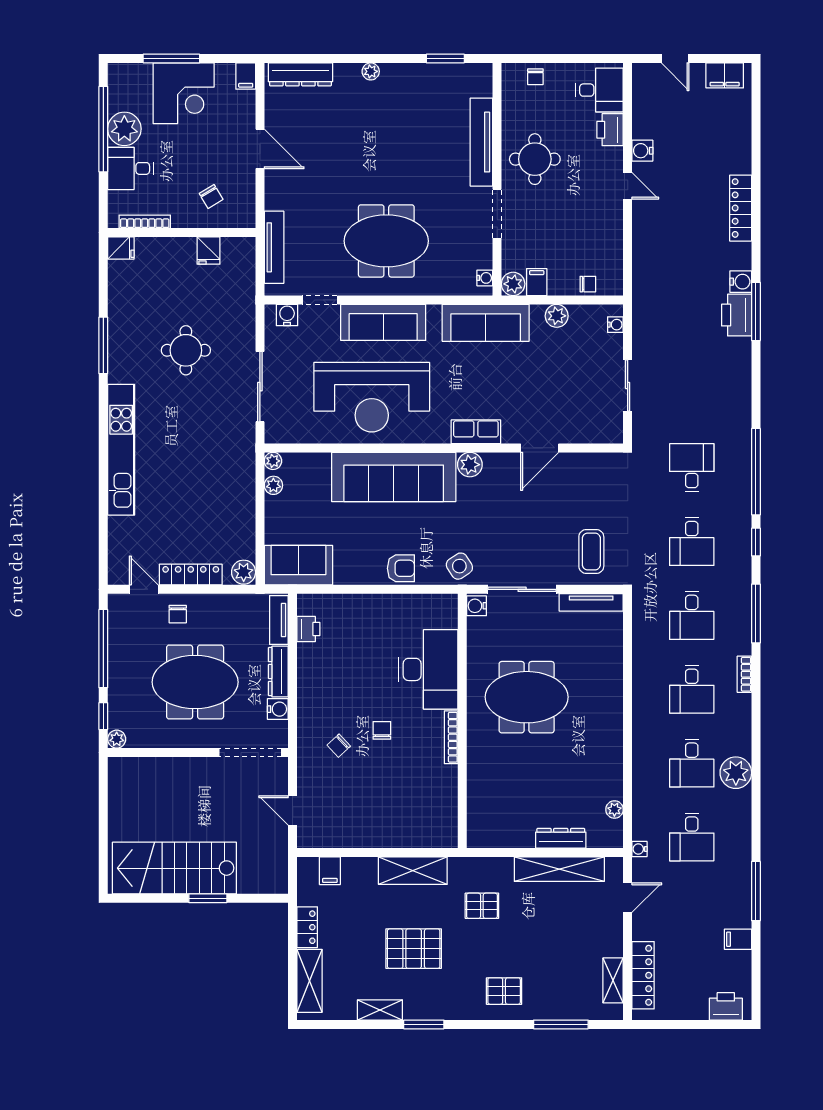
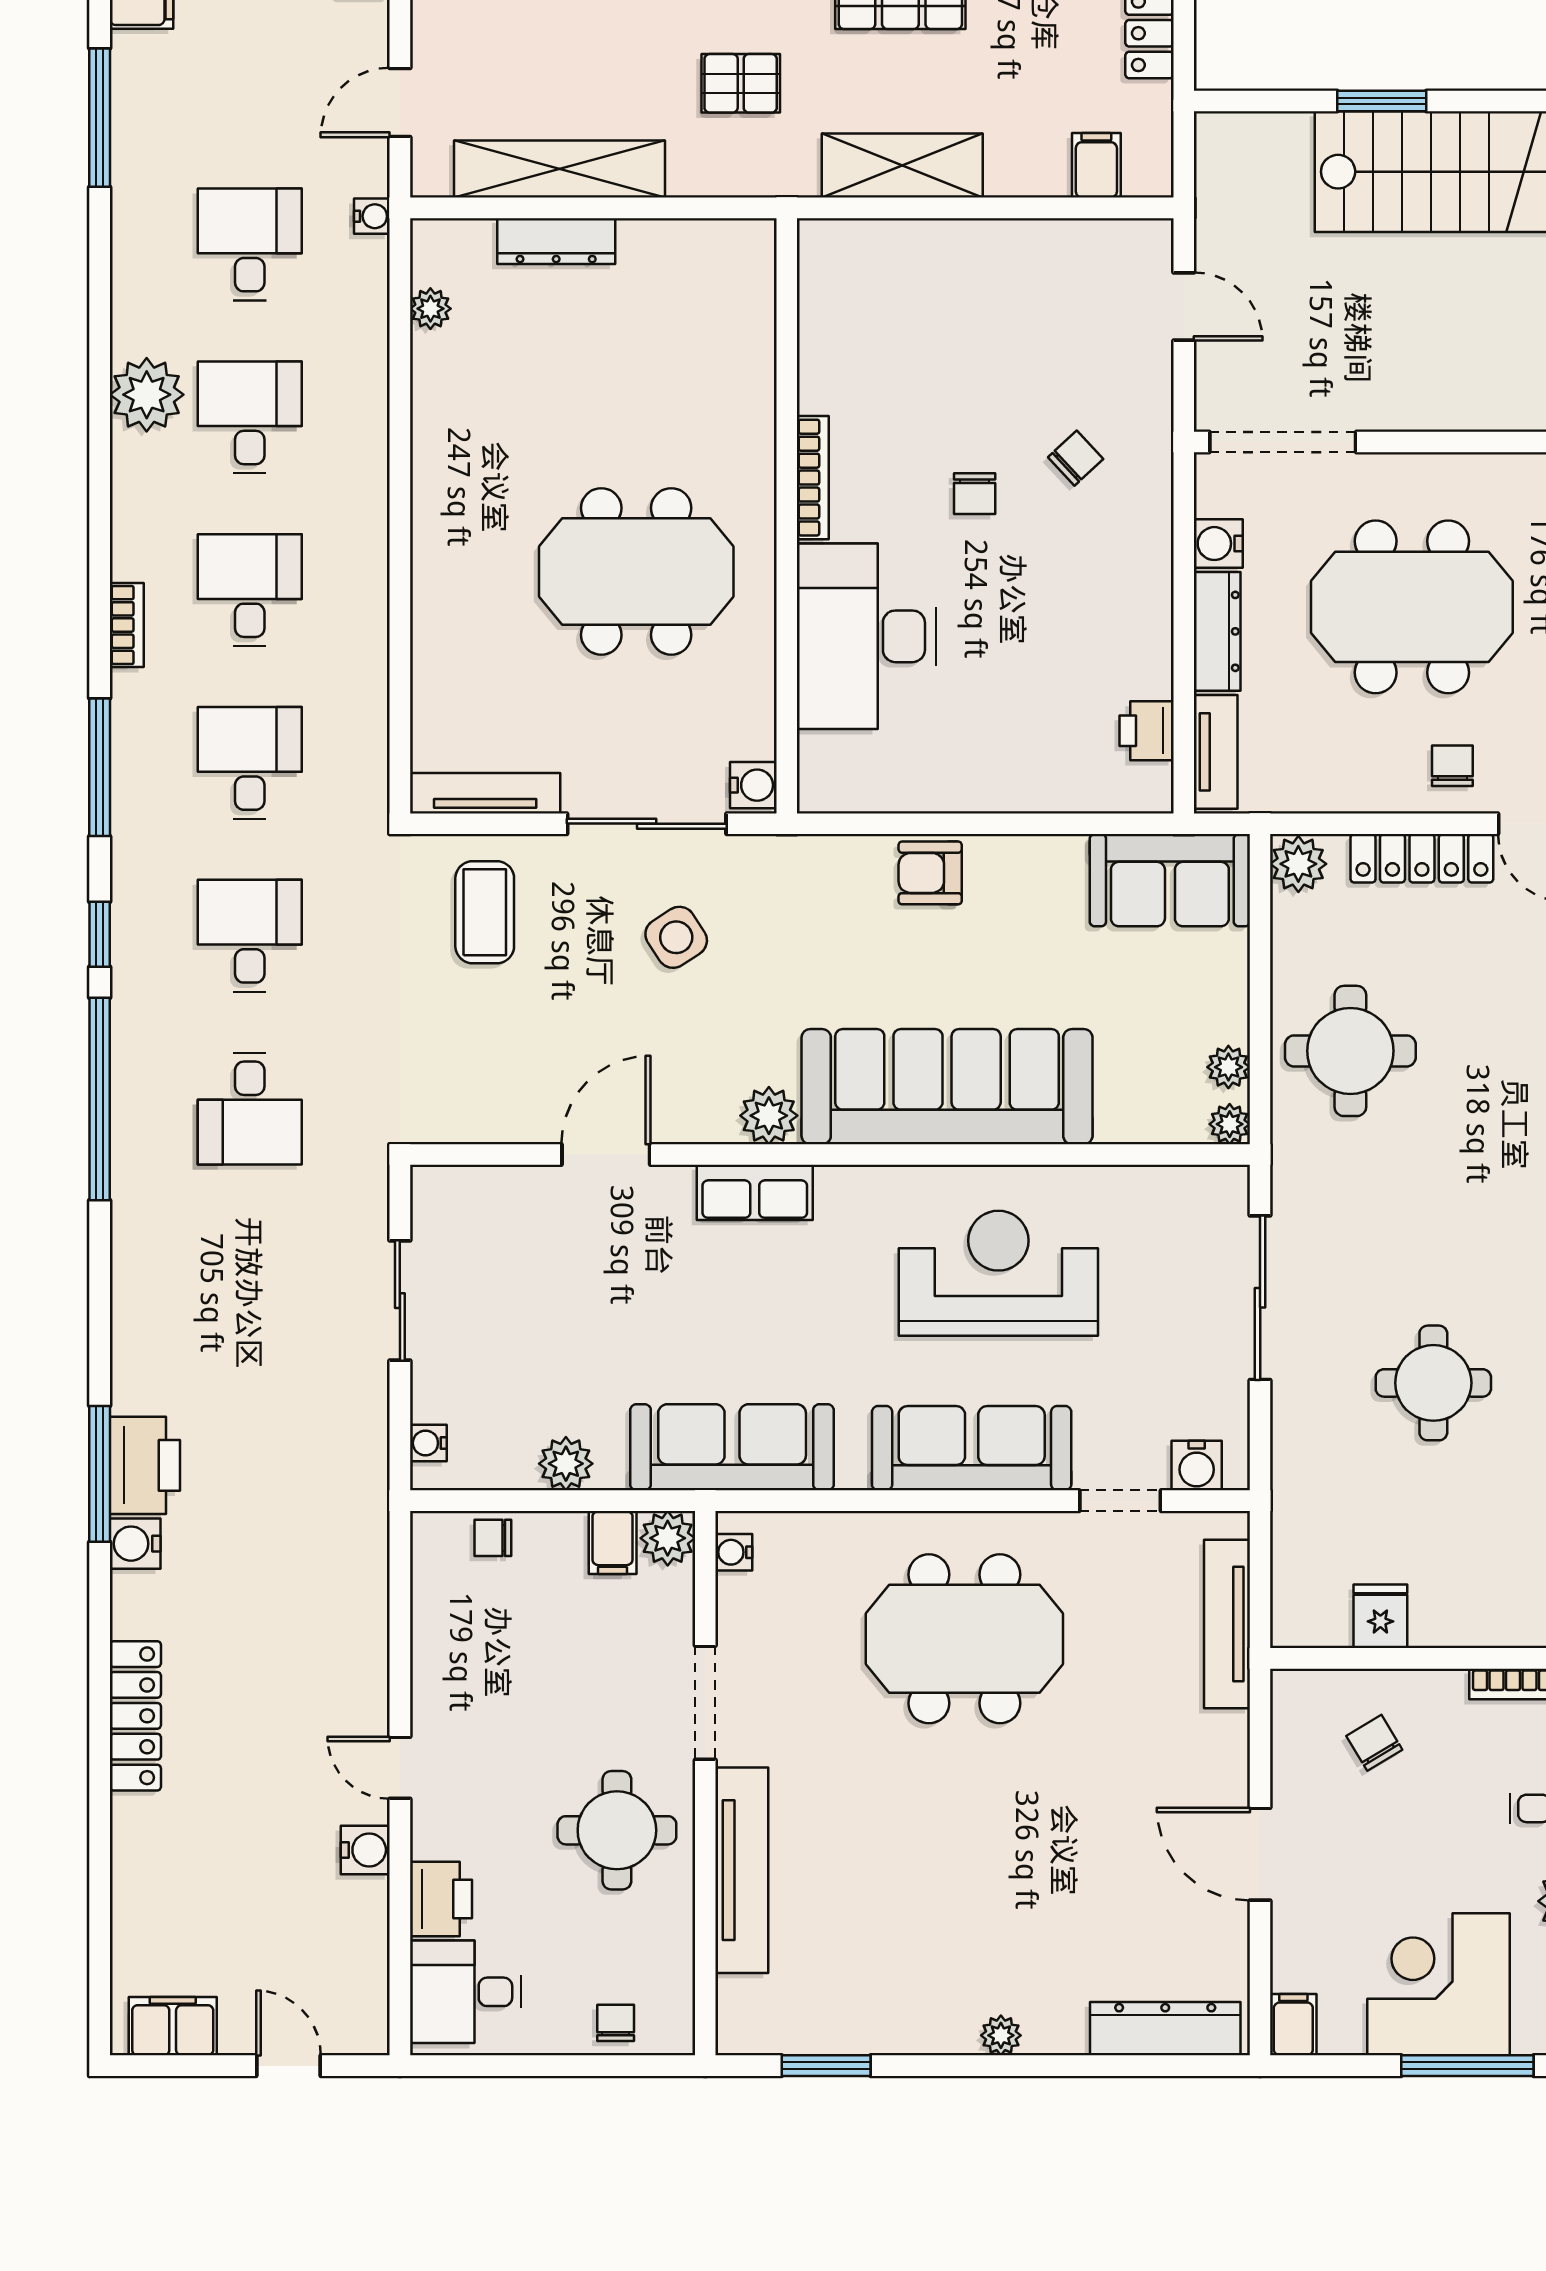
reception desk: (372, 397) -> (998, 1273), width x0.74, depth x0.77
round table: (221, 492) -> (1350, 1051), added
side table: (459, 566) -> (676, 937), moved

